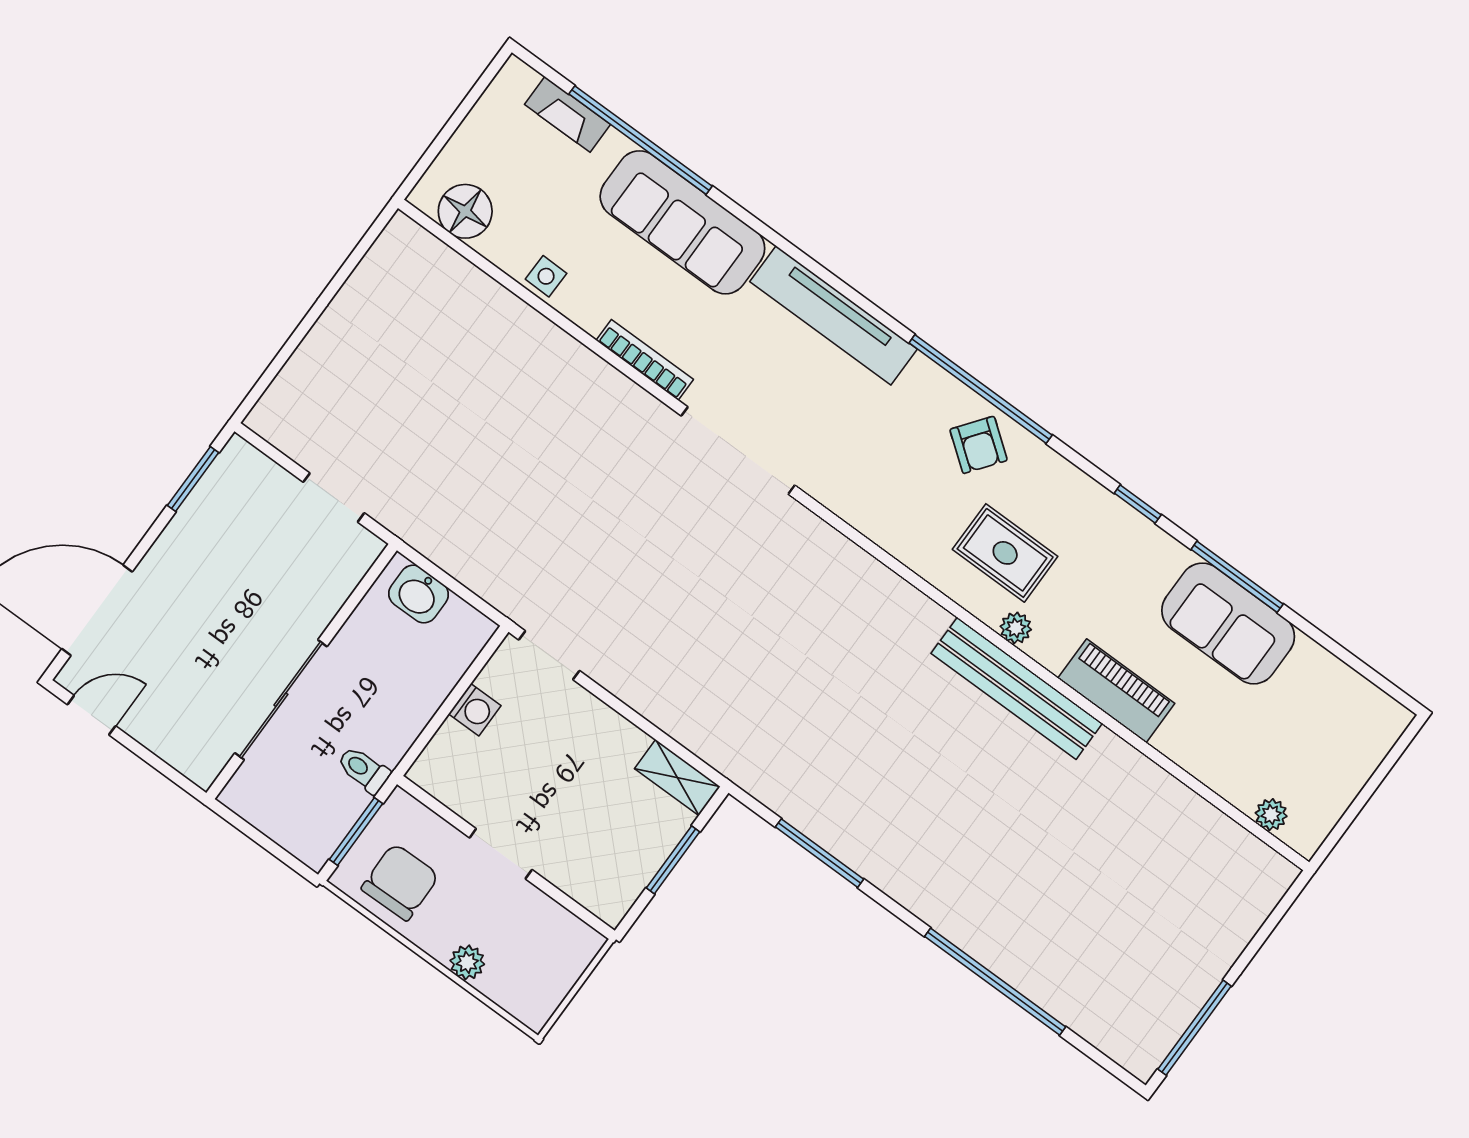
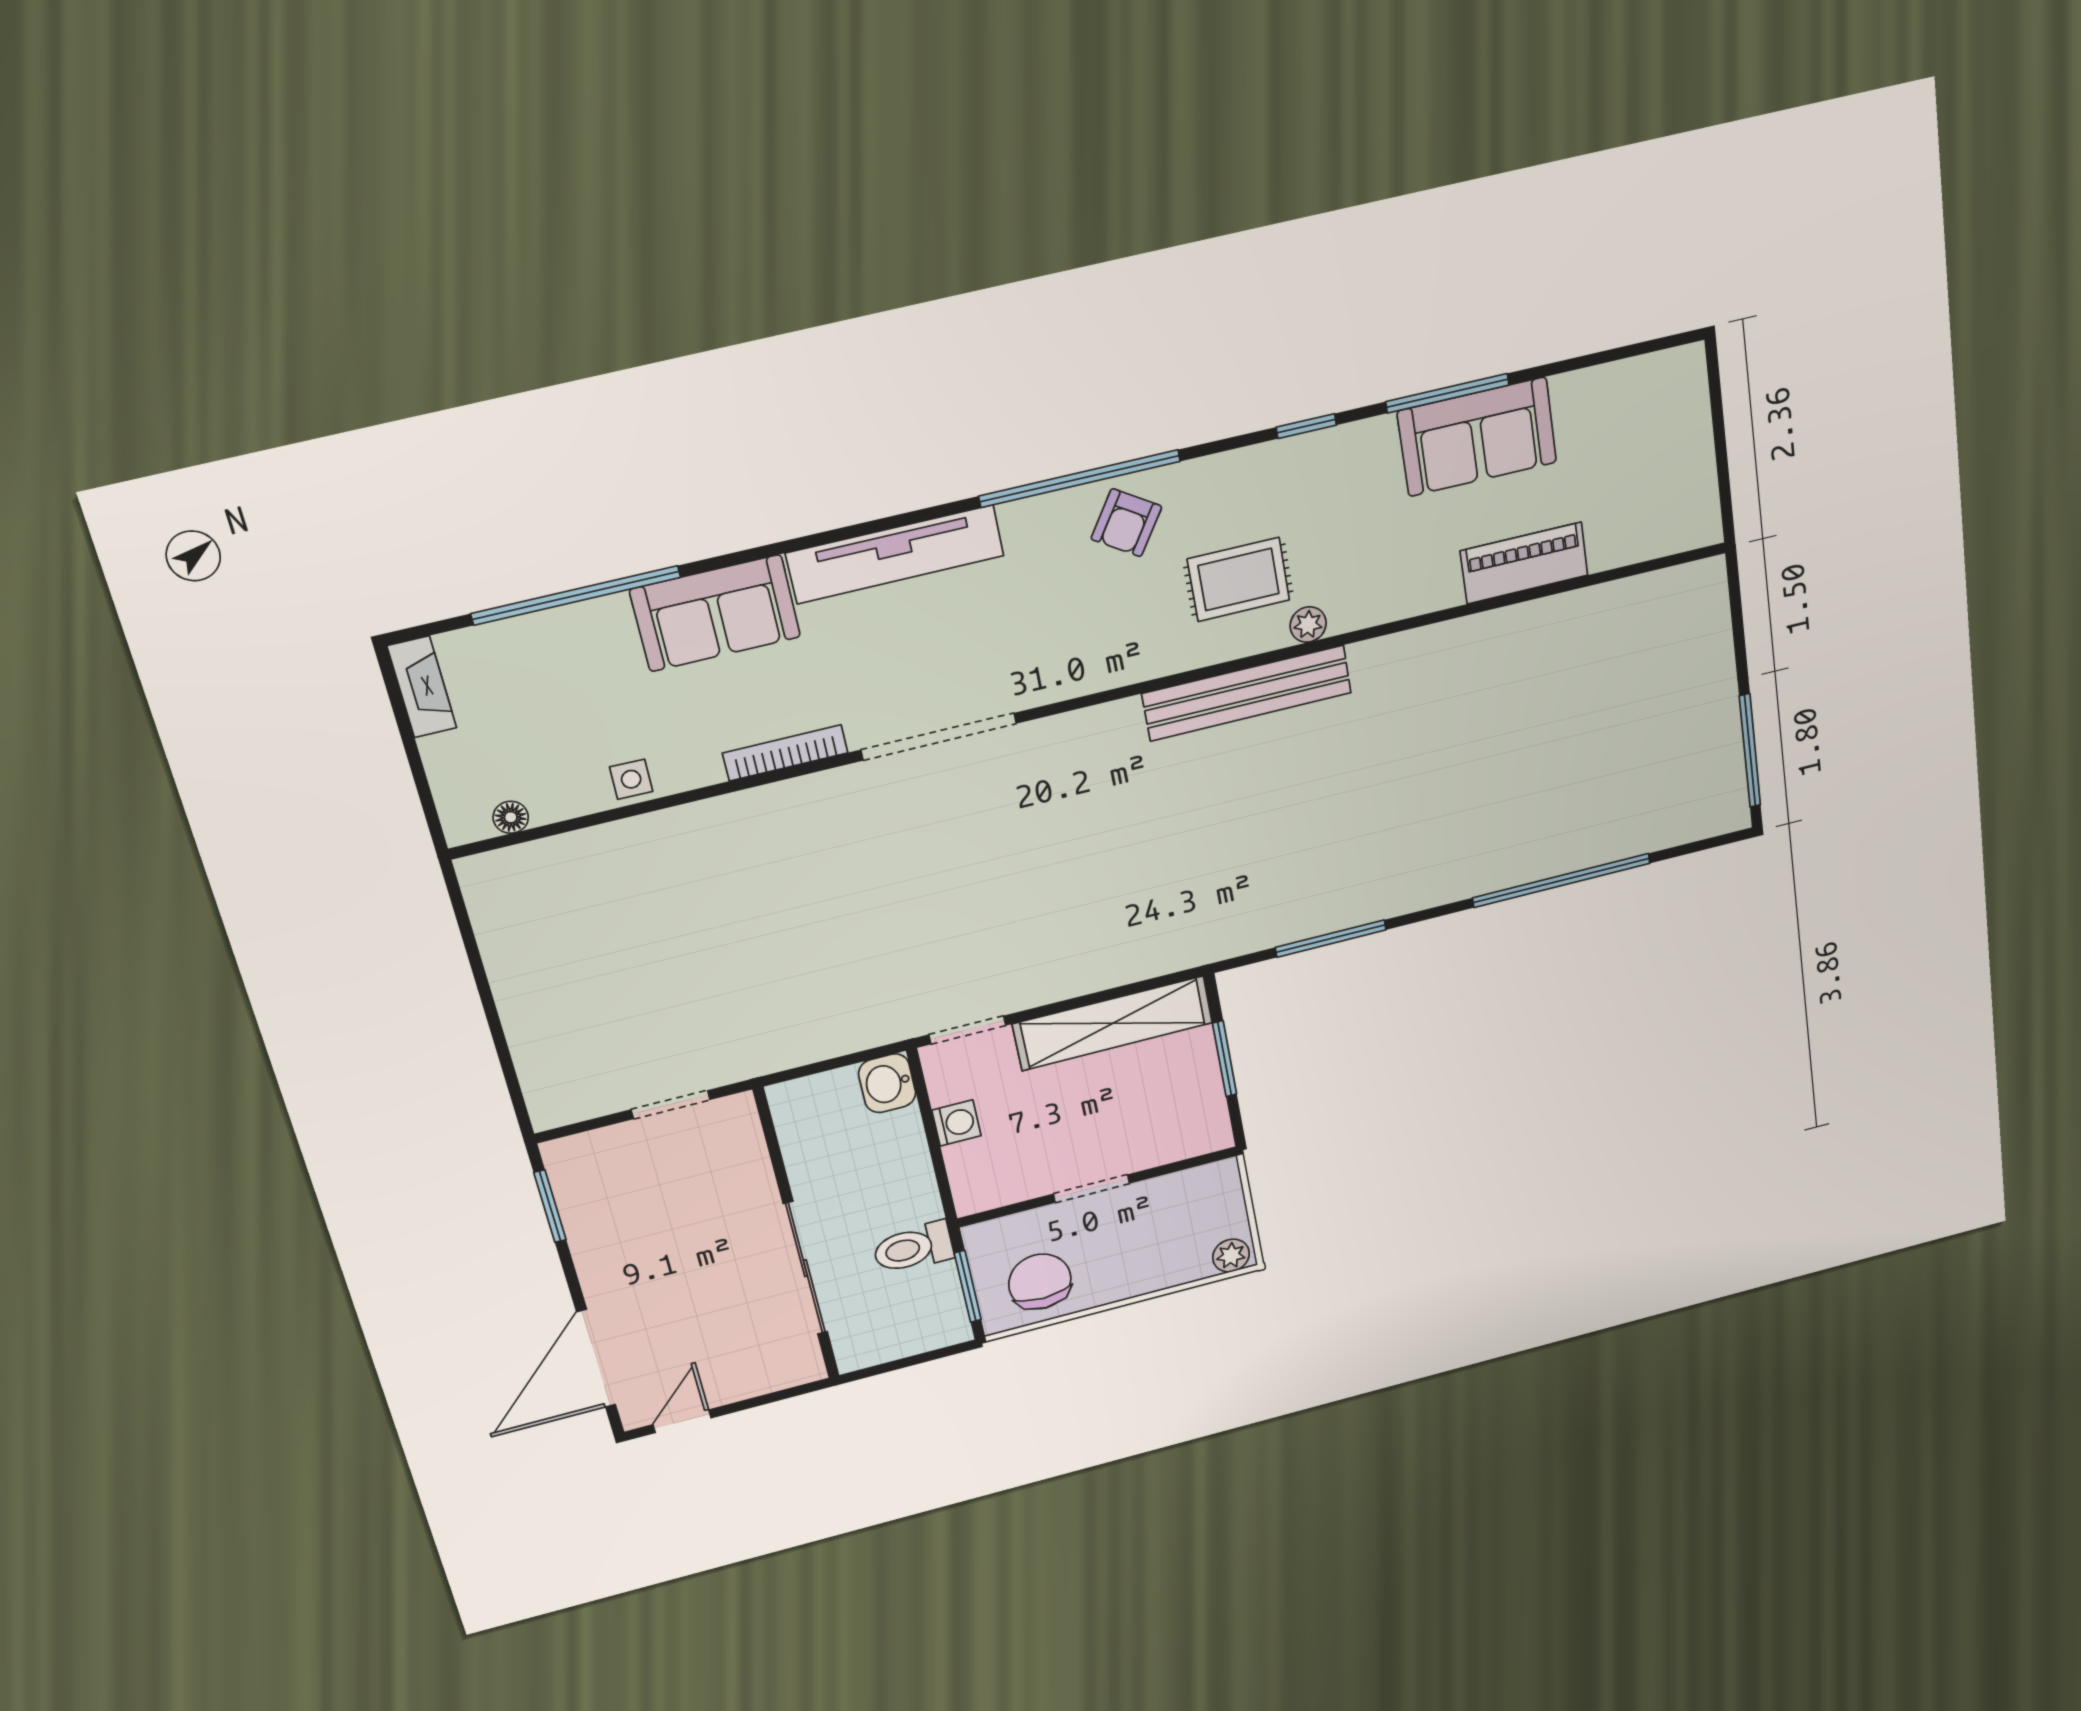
fireplace: (567, 114) -> (422, 687), moved, turned -90
floor lamp: (465, 211) -> (511, 817), width x0.53, depth x0.53
sofa: (682, 222) -> (715, 613), width x0.73
armchair: (979, 445) -> (1126, 523), turned 86
washbasin: (419, 594) -> (887, 1083), moved, turned 90
bench: (1017, 688) -> (1247, 693), moved
piano: (1116, 691) -> (1524, 563), moved
toilet: (364, 770) -> (913, 1248), width x1.37, depth x1.39
shelving: (677, 778) -> (1113, 1023), width x2.20, depth x1.33
plant: (1271, 815) -> (1658, 540), removed
plant: (467, 962) -> (1231, 1256), moved

